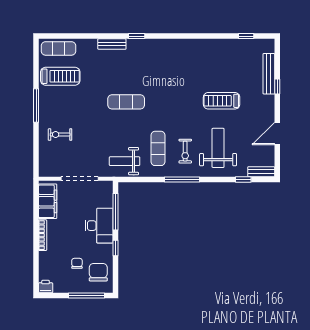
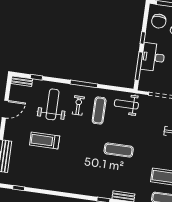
treadmill: (222, 101) -> (45, 140), turned 180
weight bench: (218, 148) -> (52, 104), turned 180
weight bench: (125, 161) -> (126, 104), turned 180

